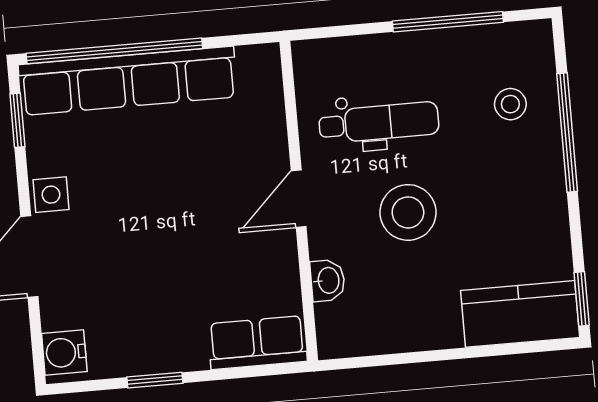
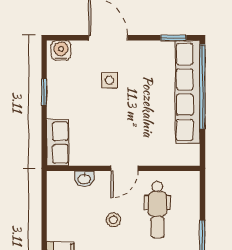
side table: (51, 195) -> (109, 80), moved
door: (299, 199) -> (124, 168), swing flipped
stool: (408, 212) -> (113, 220), width x0.53, depth x0.53

